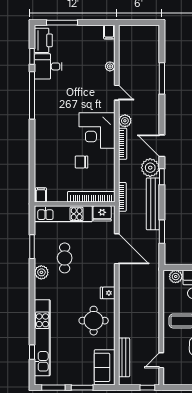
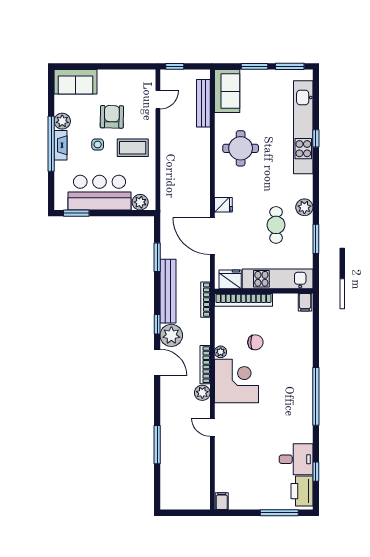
plant: (110, 66) -> (221, 352), moved
window: (32, 95) -> (316, 396), moved
fridge: (108, 293) -> (223, 205), moved
window: (32, 352) -> (316, 138), moved

